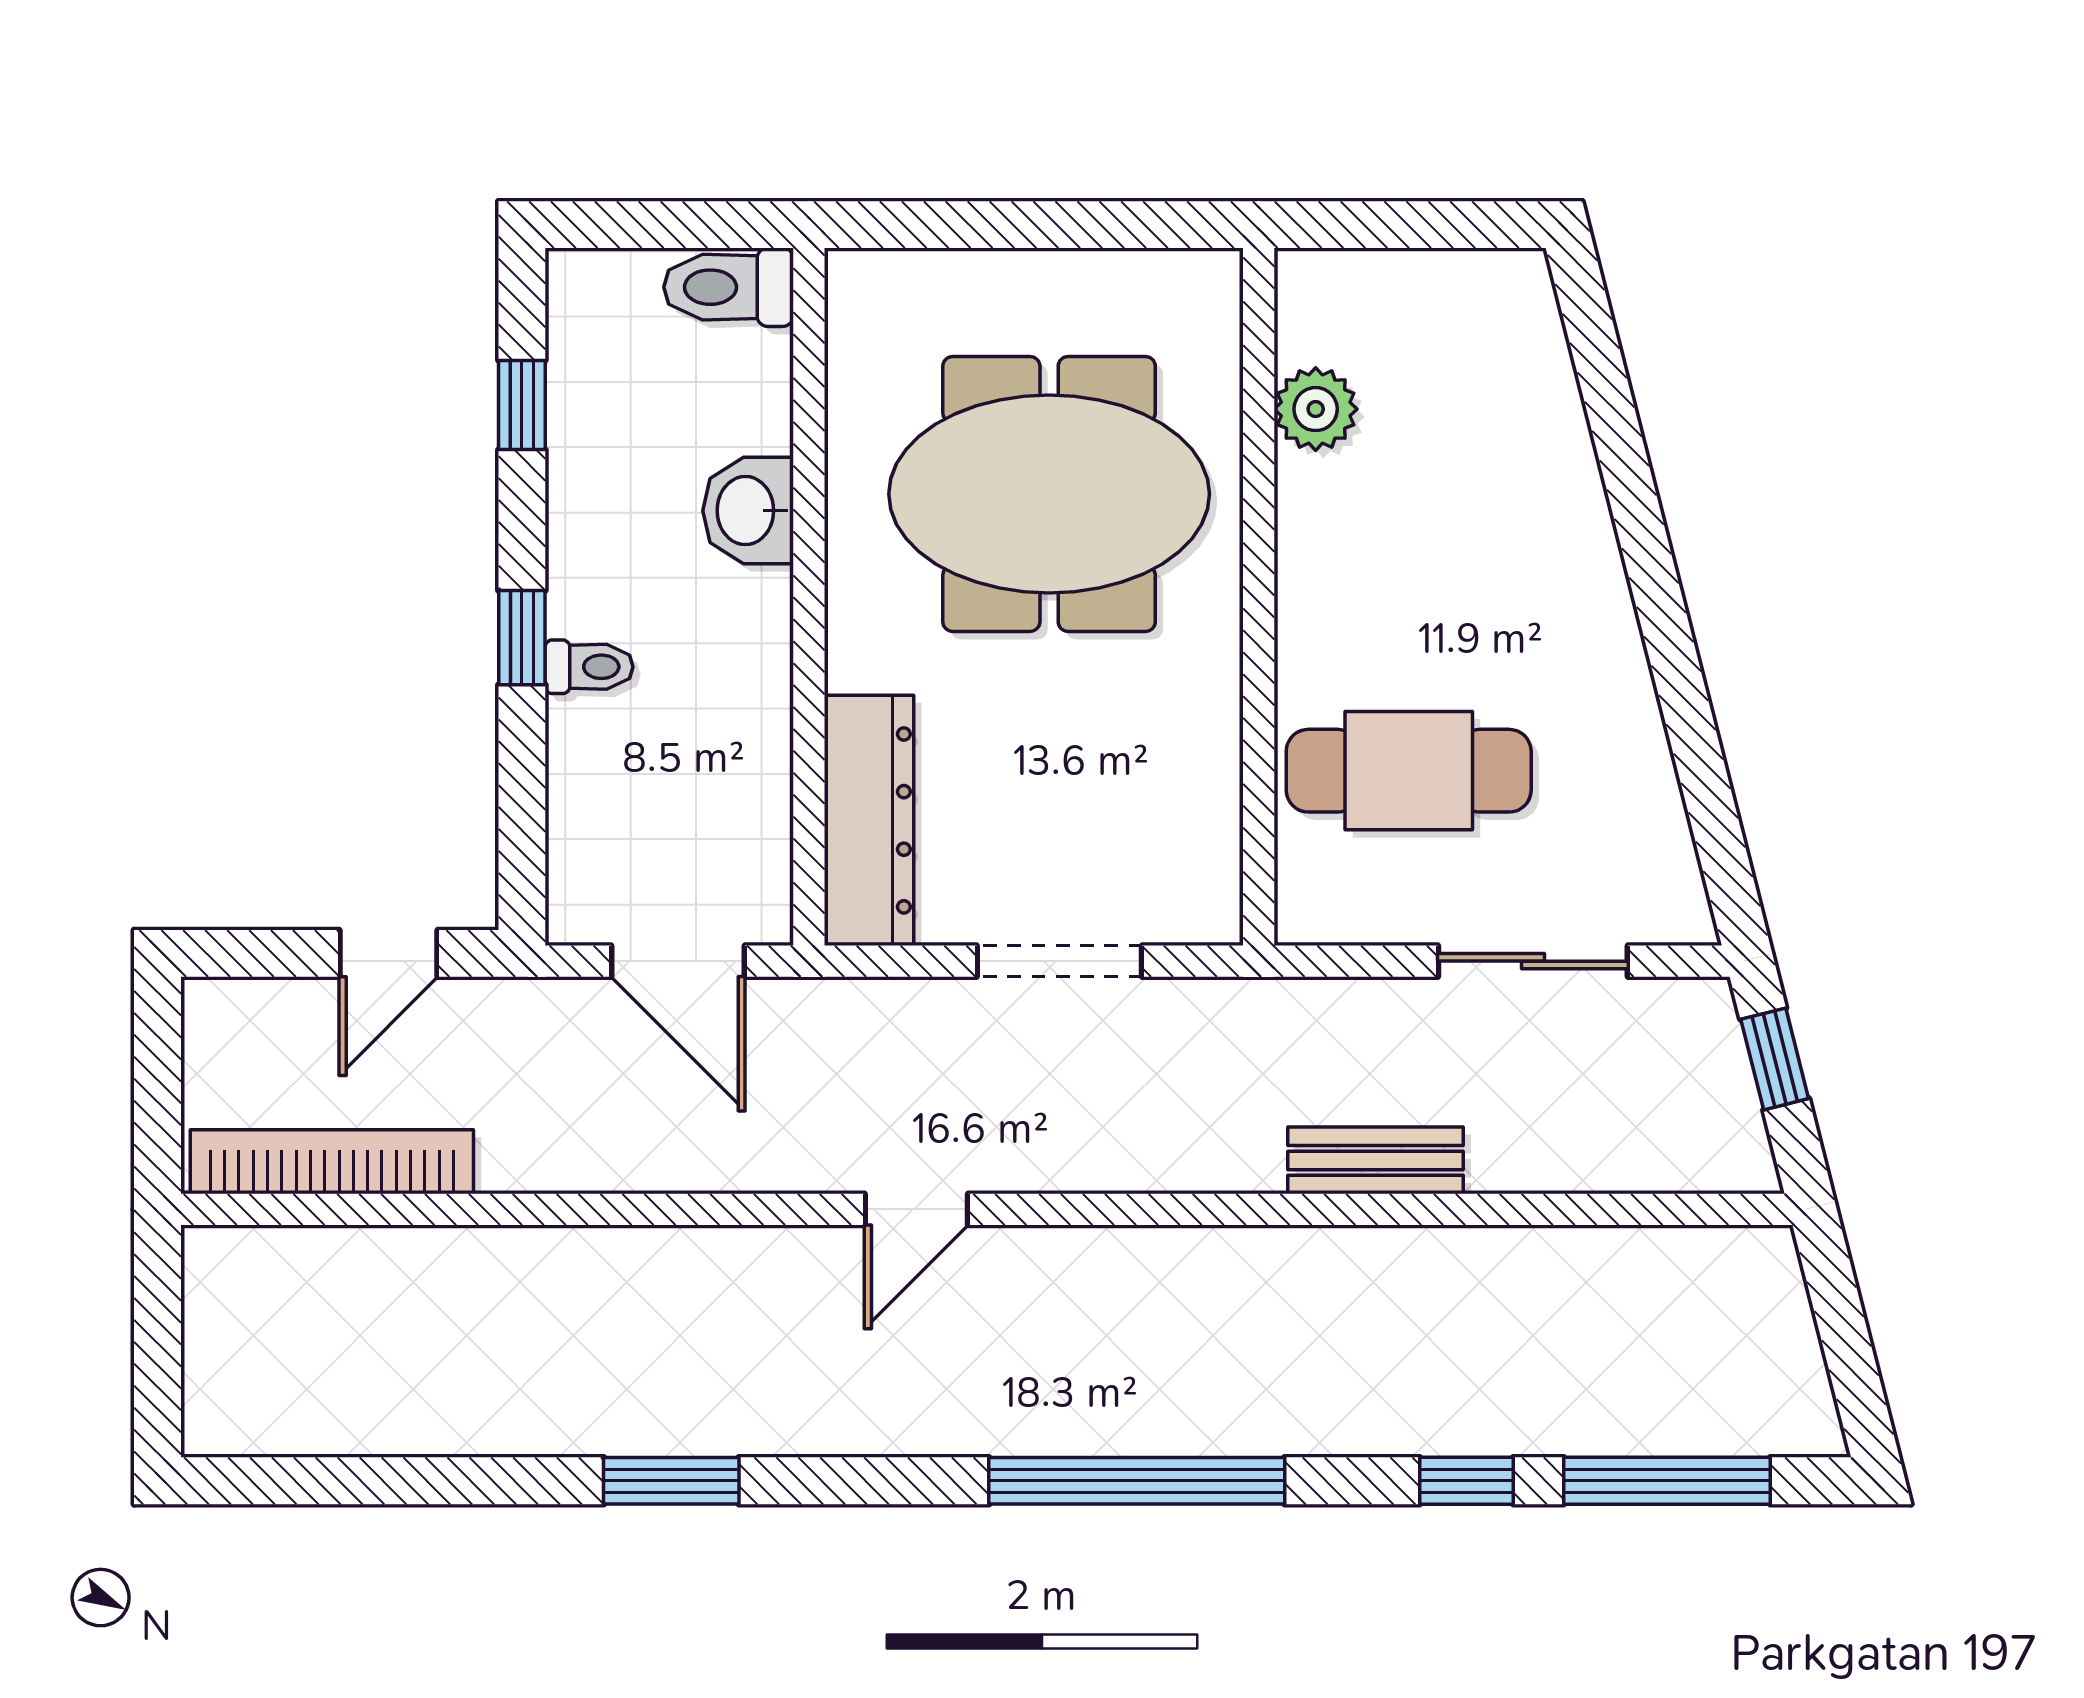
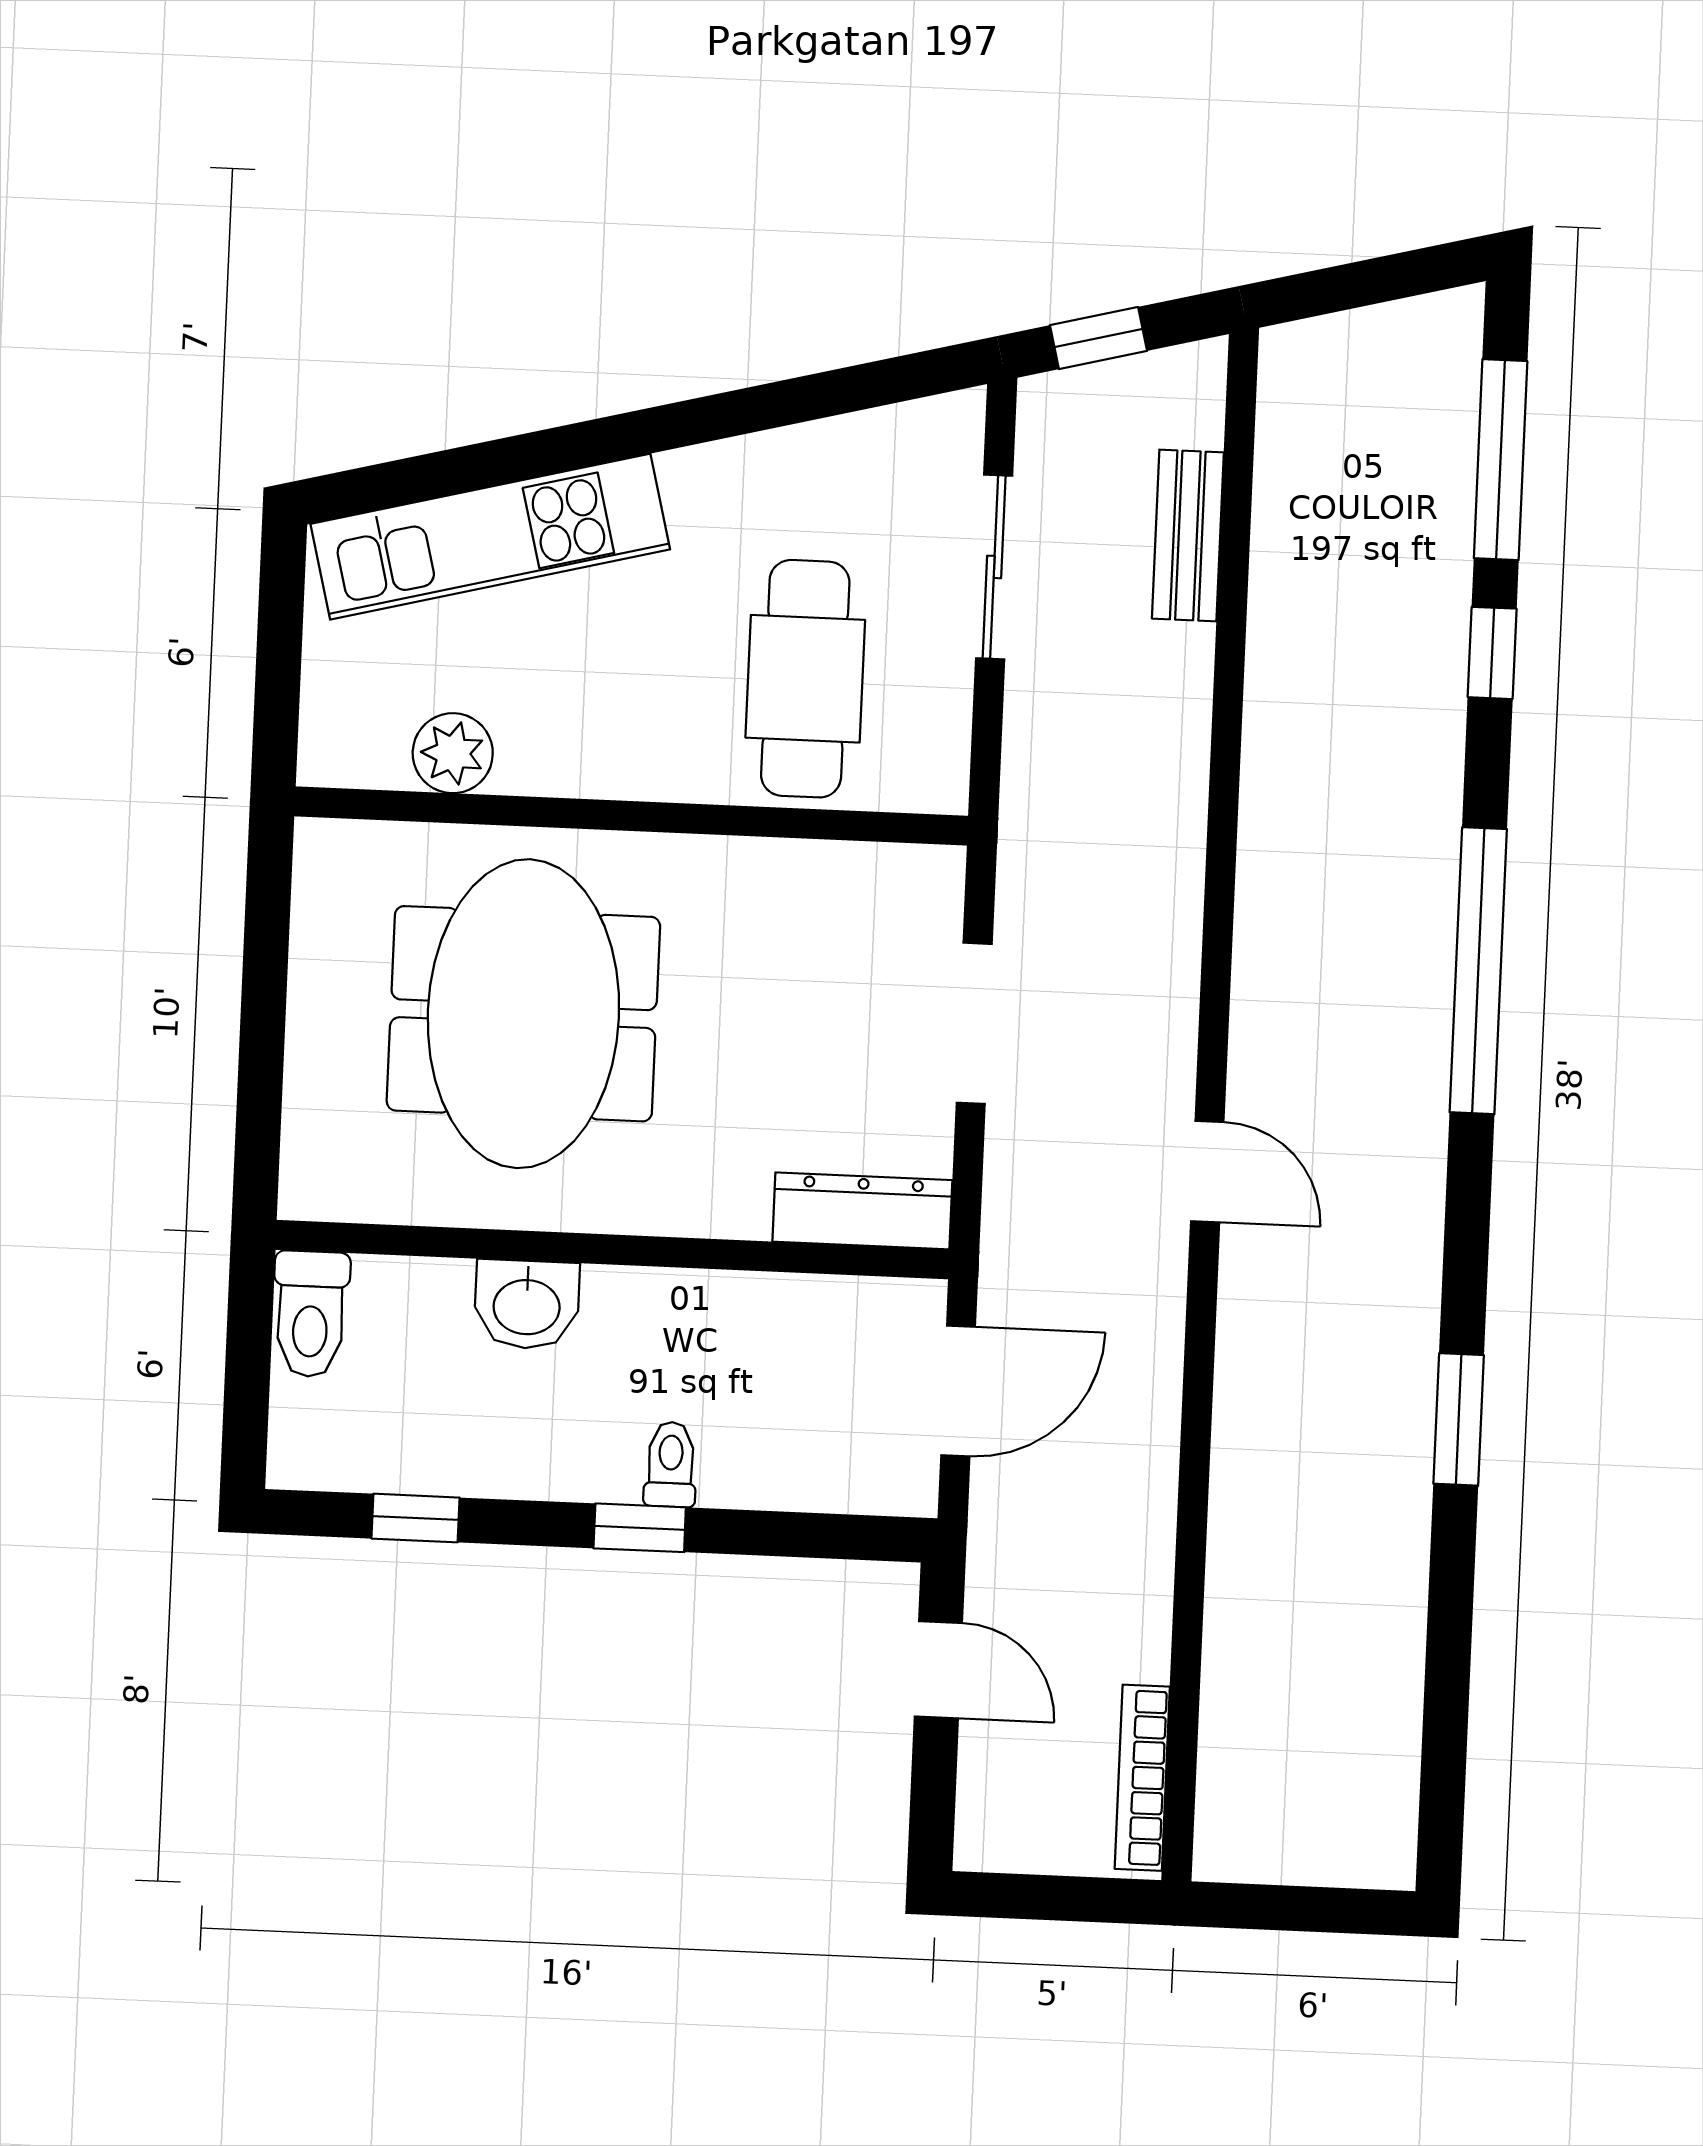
kitchen unit: (1542, 438) -> (490, 537), added
dresser: (869, 820) -> (862, 1211), width x0.73, depth x0.80
bench: (1376, 1160) -> (1188, 536), moved
bookcase: (332, 1162) -> (1142, 1778), width x0.68, depth x0.76

